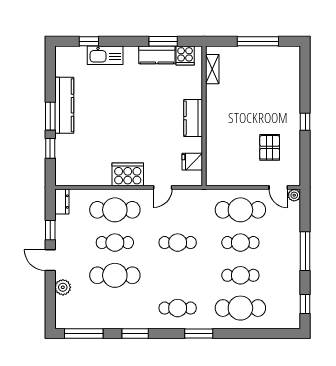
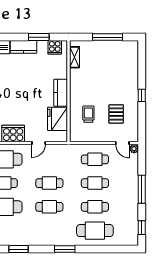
kitchen counter: (157, 55) -> (24, 47), moved
trolley: (231, 148) -> (88, 114), added
fridge: (192, 162) -> (58, 119), width x1.88, depth x1.34
cafe table: (240, 210) -> (95, 159), width x0.73, depth x0.74
cafe table: (178, 308) -> (49, 207), moved

